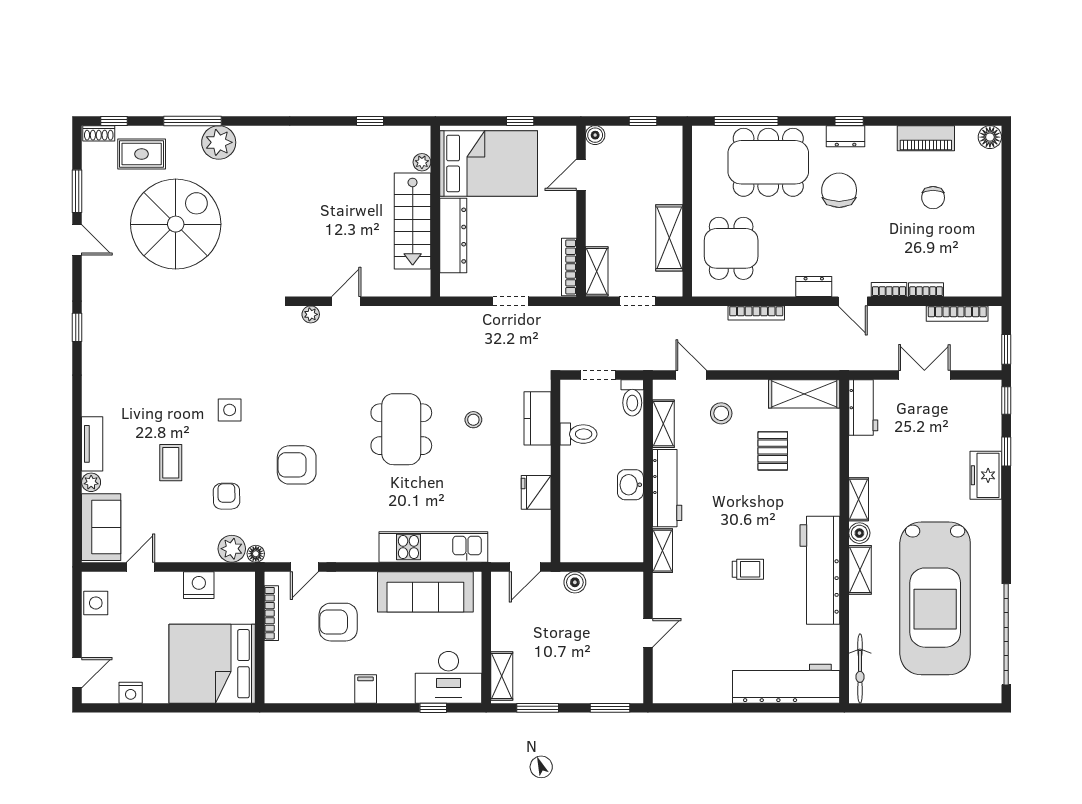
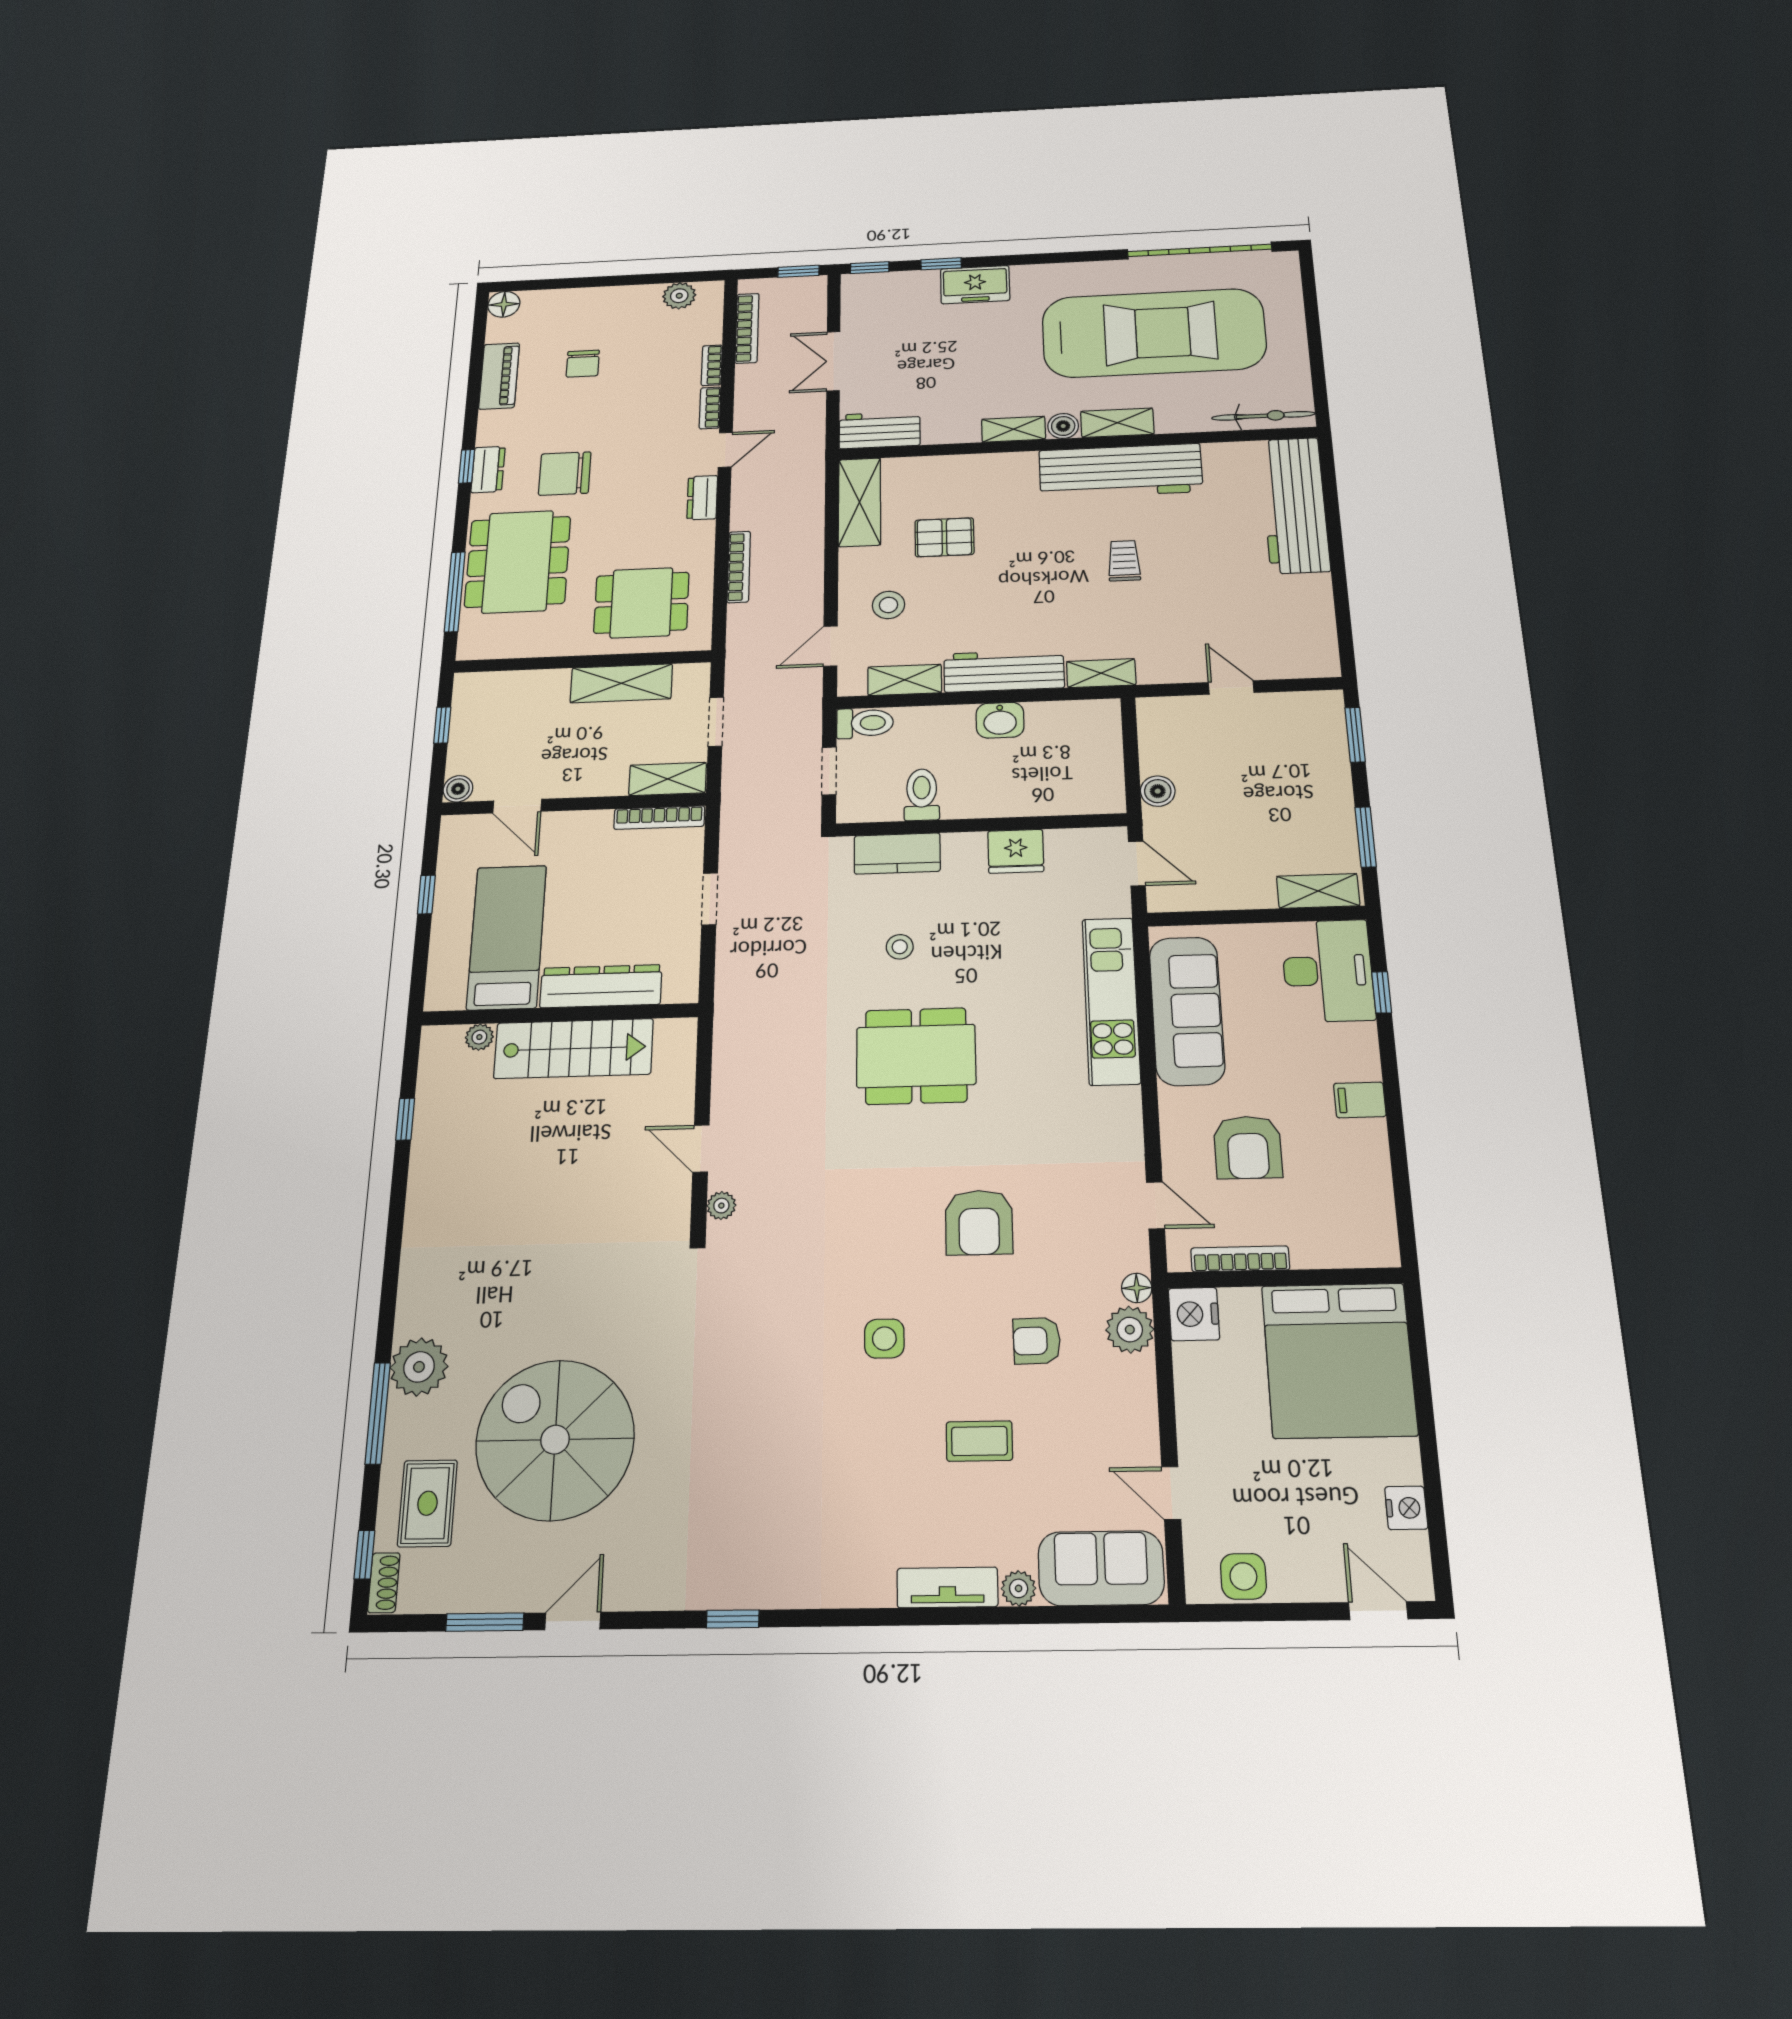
bed: (489, 163) -> (507, 937), width x0.67
chair: (933, 198) -> (583, 364), turned 90
plant: (989, 264) -> (679, 296), added
nightstand: (199, 585) -> (1194, 1314), moved

